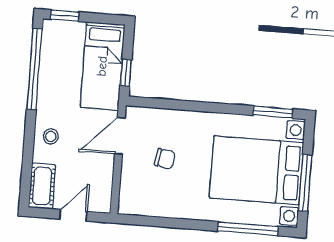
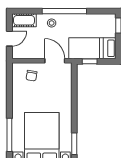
window: (34, 69) -> (64, 11), moved
chair: (165, 159) -> (32, 76), moved
door: (73, 215) -> (9, 39), hinge flipped

